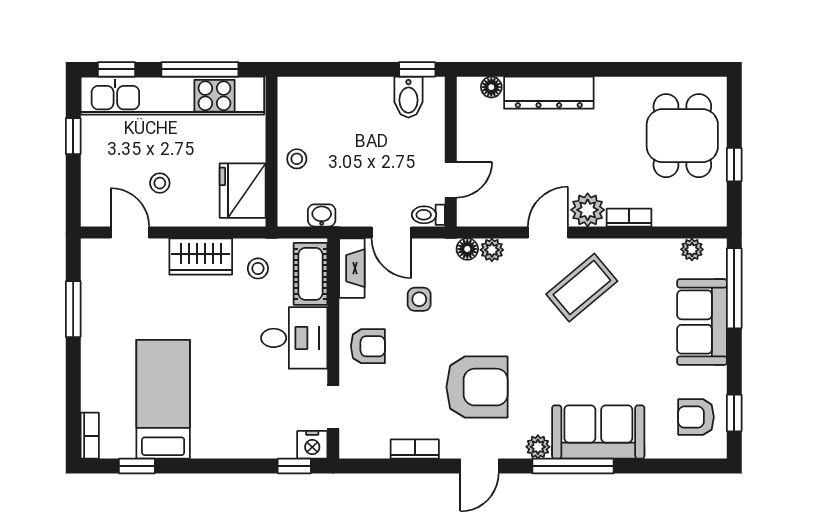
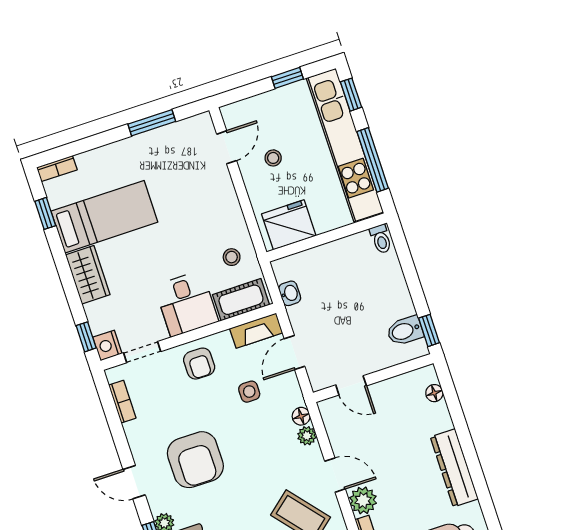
dresser: (549, 93) -> (454, 468), moved
stool: (297, 159) -> (328, 259), removed
toilet: (428, 215) -> (381, 239), moved, turned 180
wardrobe: (201, 257) -> (88, 275), moved, turned 180
bookcase: (415, 449) -> (122, 402), moved

